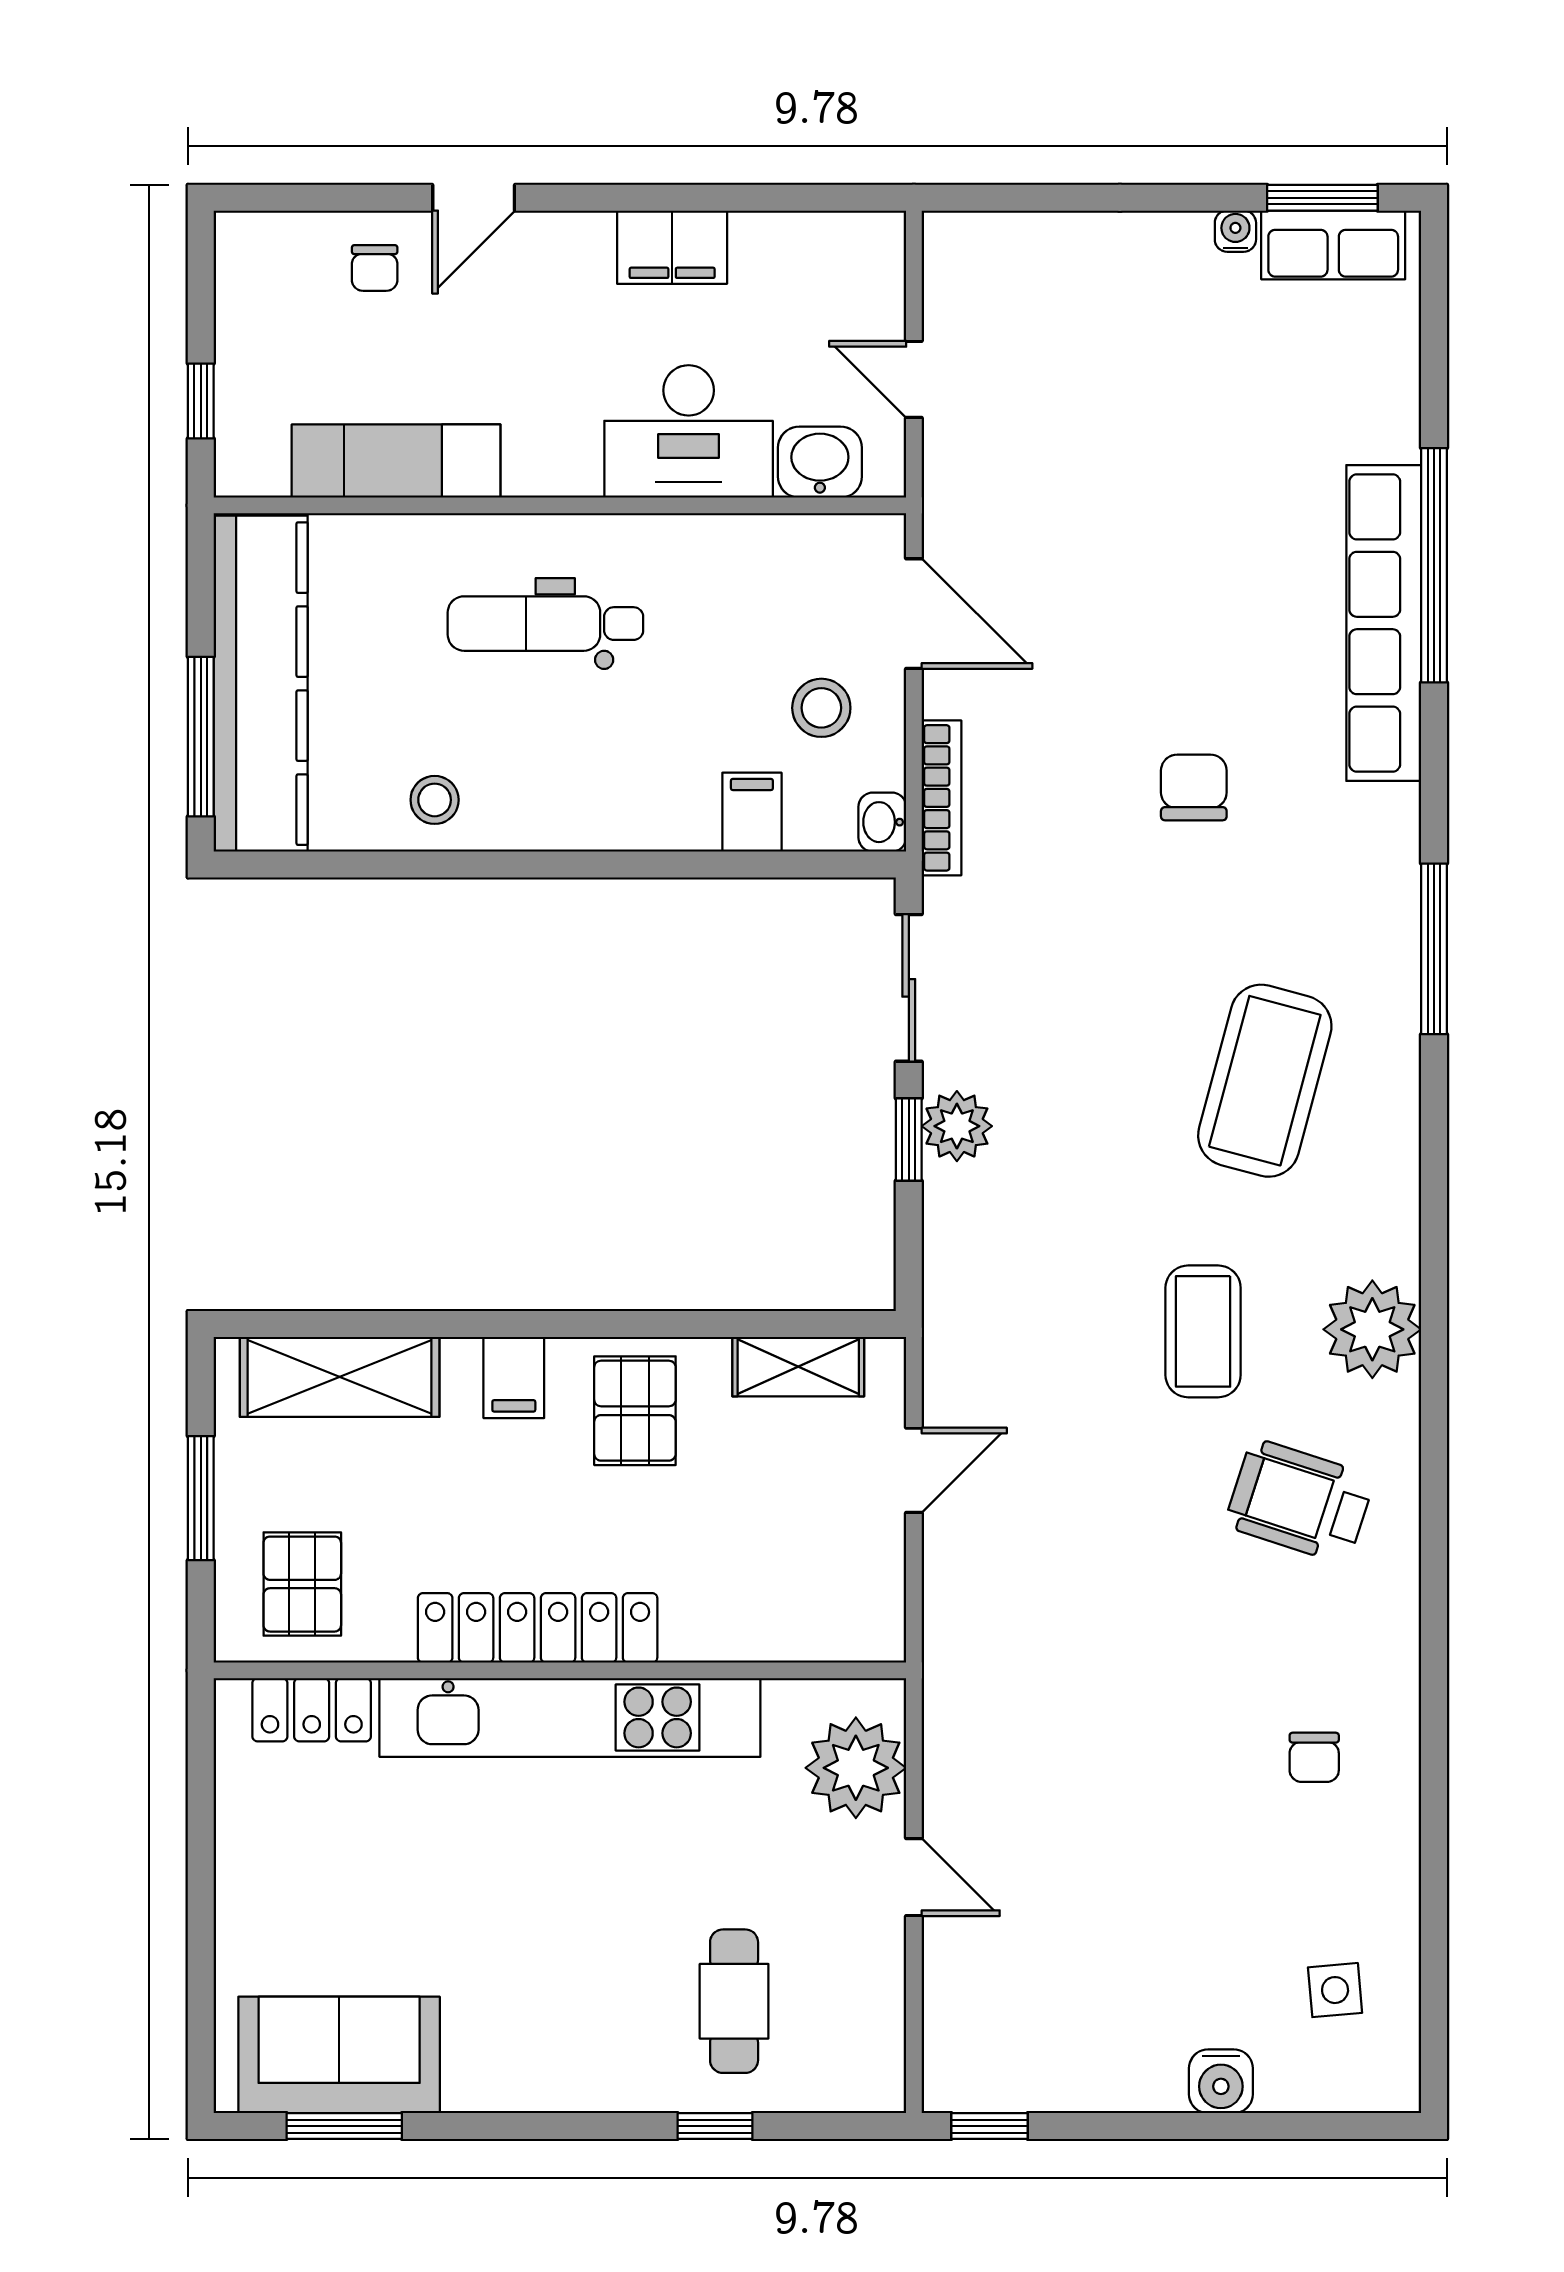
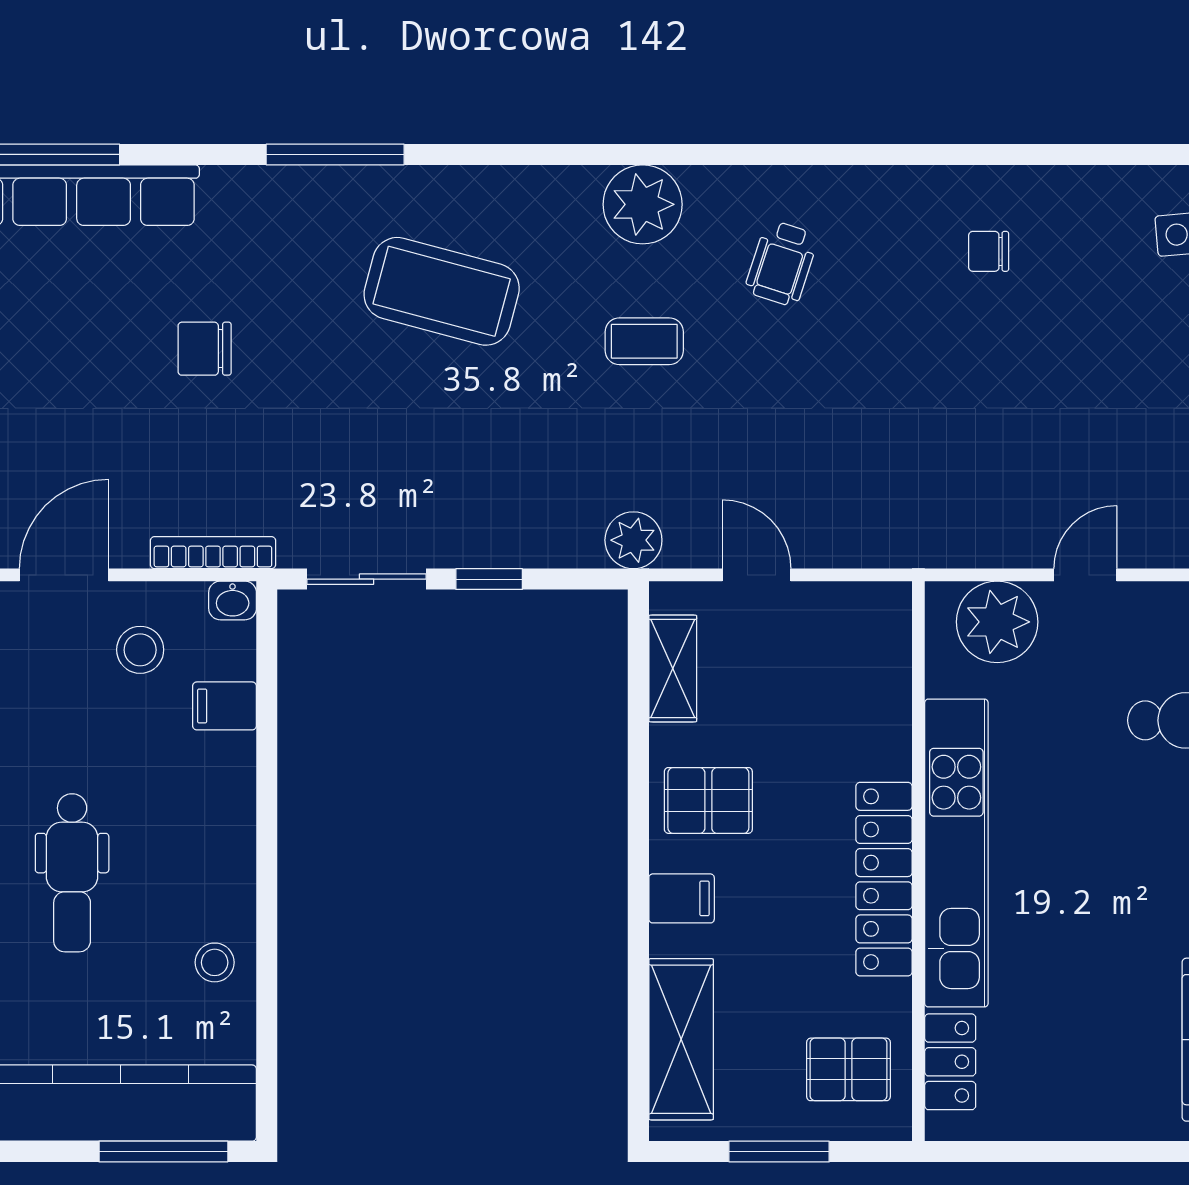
plant: (957, 1126) -> (633, 540), moved
coffee table: (1203, 1331) -> (644, 341), width x0.73, depth x0.77
wheelchair: (1300, 1501) -> (782, 263), width x0.73, depth x0.73
chair: (1314, 1757) -> (989, 251), turned 180

